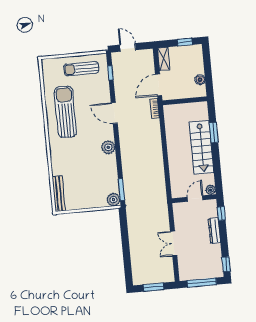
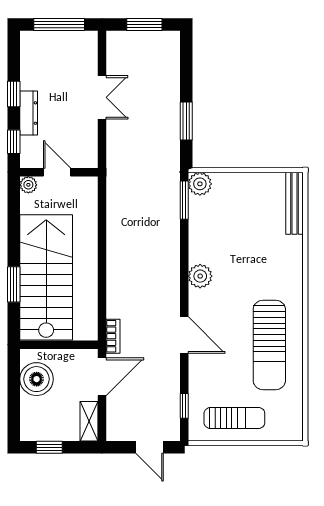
boiler: (200, 80) -> (37, 379), width x1.86, depth x1.86
stairs: (202, 147) -> (46, 277), width x1.36, depth x1.51
door: (195, 199) -> (57, 172), swing flipped
window: (125, 235) -> (186, 121), added
window: (226, 264) -> (14, 94), moved

